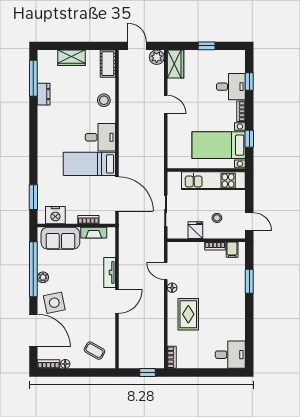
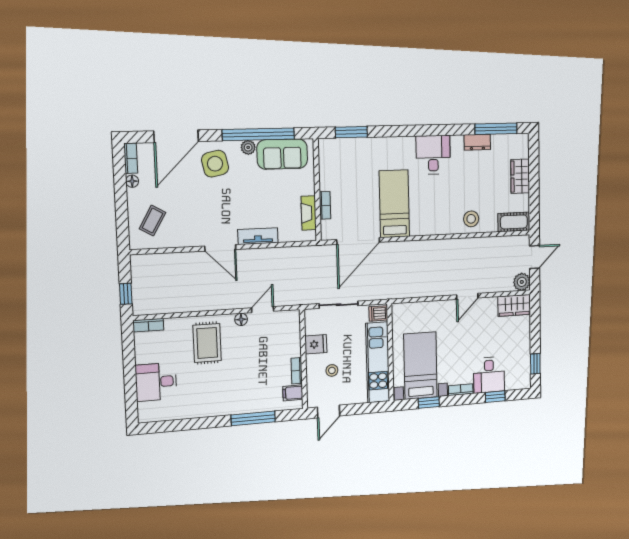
window: (207, 46) -> (535, 364), moved
desk: (100, 137) -> (433, 155), moved, turned 180
dishwasher: (175, 179) -> (378, 313), added
nightstand: (55, 215) -> (329, 162), removed
sofa: (60, 238) -> (282, 154), moved, turned -90
window: (249, 281) -> (253, 418), width x1.44
rug: (188, 314) -> (207, 343), turned 90
desk: (230, 355) -> (156, 382), moved, turned 90

